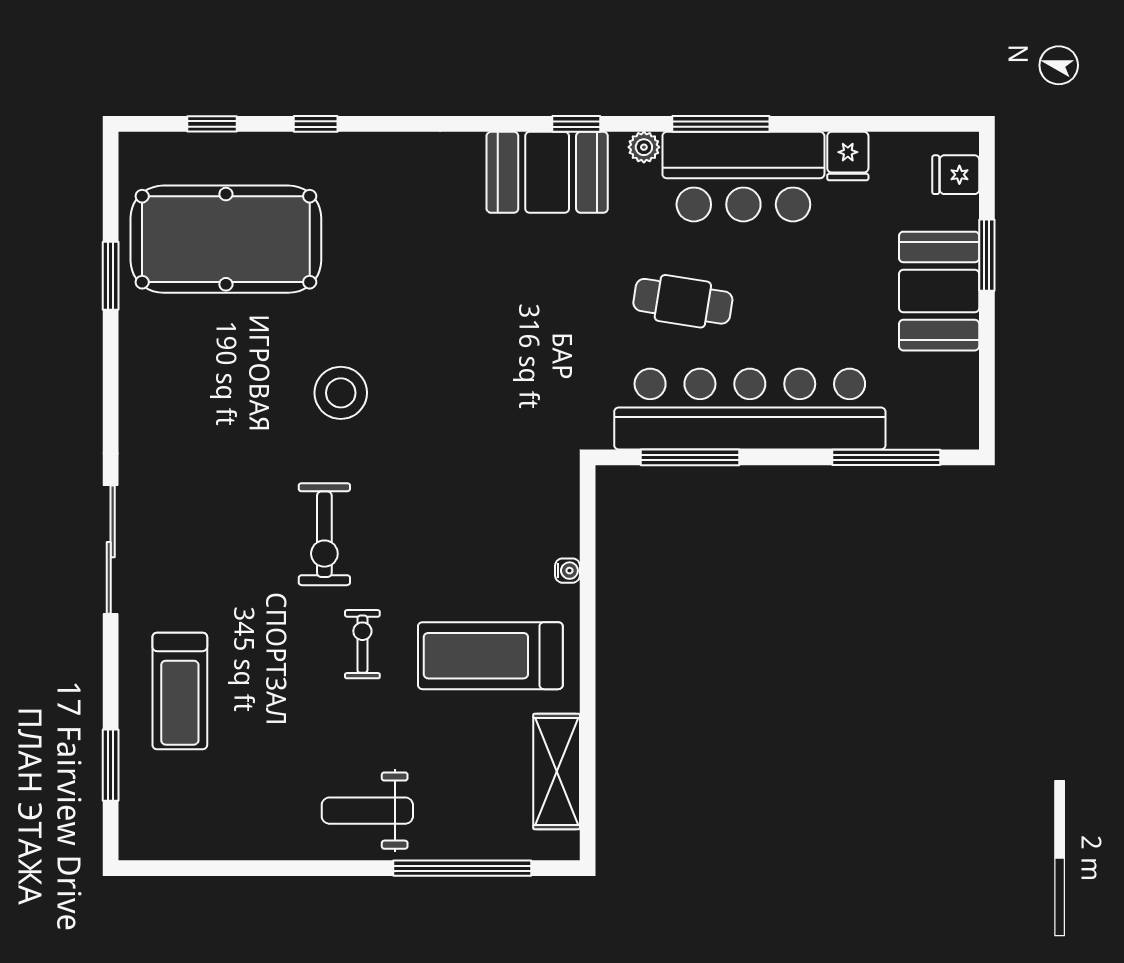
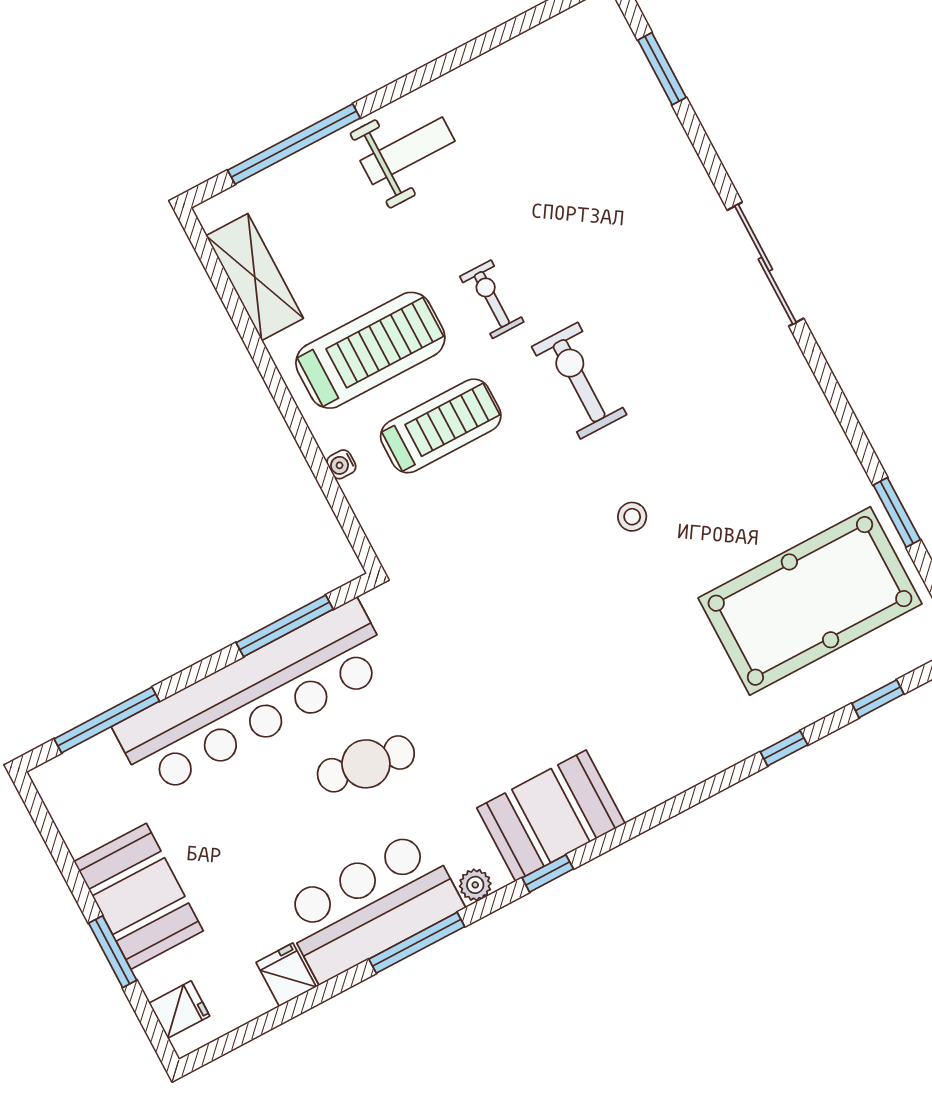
stool: (341, 393) -> (632, 517), width x0.53, depth x0.53
exercise bike: (362, 644) -> (492, 299), turned 180
treadmill: (180, 691) -> (441, 426), moved, turned 90

